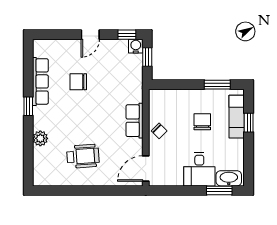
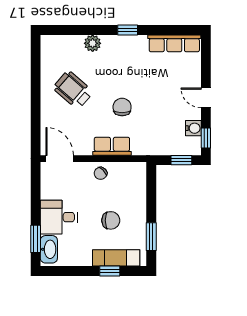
water cooler: (136, 46) -> (193, 128), moved
row of seats: (40, 81) -> (174, 43), moved
chair: (78, 82) -> (122, 107), moved
wheelchair: (83, 156) -> (73, 90), turned 135

